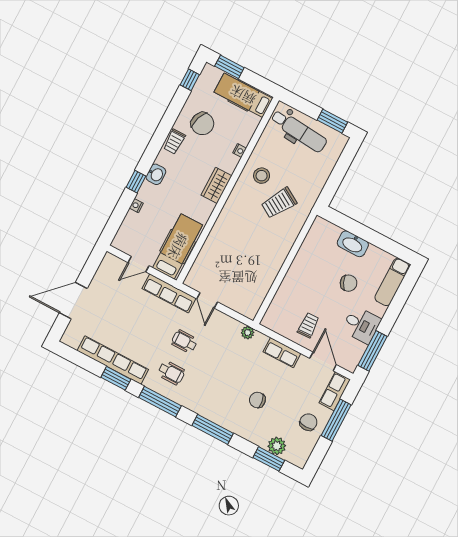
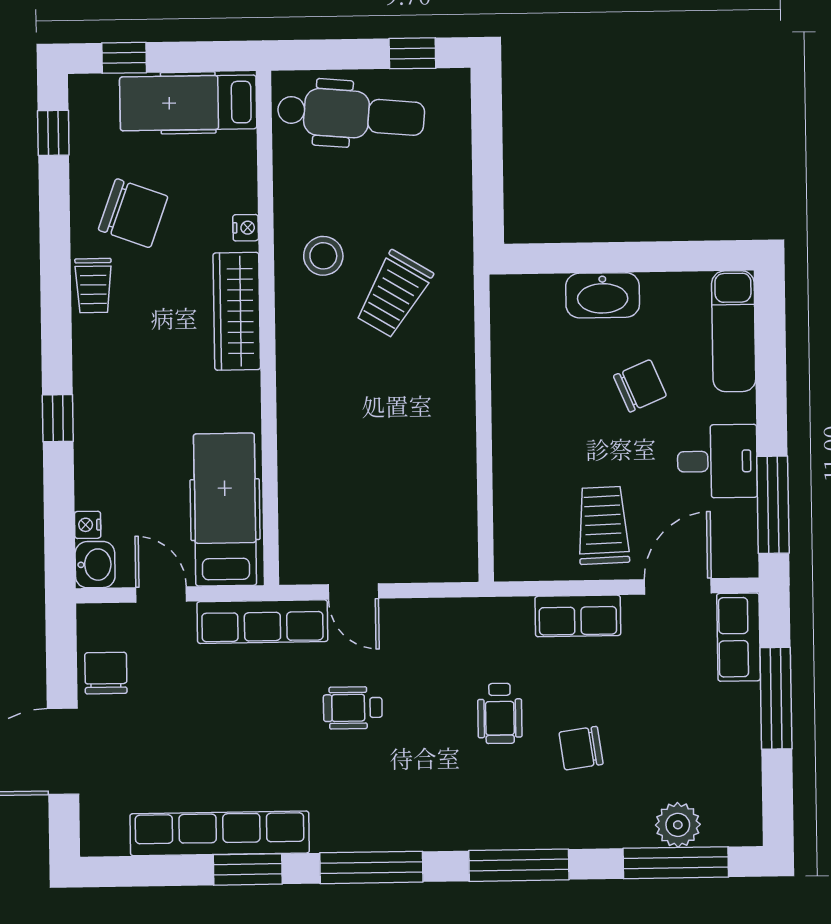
window: (229, 67) -> (124, 58), width x0.67
window: (332, 121) -> (412, 53), width x0.67
washbasin: (156, 174) -> (95, 565), moved
wardrobe: (216, 185) -> (237, 311), width x1.50
nightstand: (136, 206) -> (88, 525), moved
door: (138, 264) -> (161, 594), swing flipped
trolley: (308, 325) -> (603, 525), width x1.36, depth x1.39
plant: (248, 333) -> (480, 613), removed
door: (323, 361) -> (678, 586), hinge flipped
wheelchair: (171, 373) -> (500, 713), moved, turned 90
chair: (308, 422) -> (106, 673), moved
window: (269, 459) -> (676, 863), width x1.44

